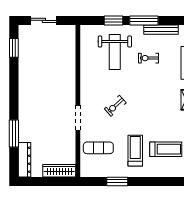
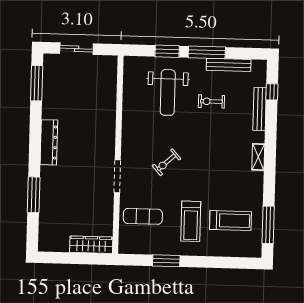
window: (14, 48) -> (37, 83), width x1.44
treadmill: (135, 151) -> (191, 221), turned 180
dresser: (25, 160) -> (49, 142), moved

